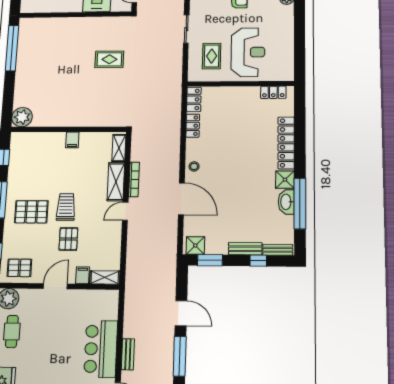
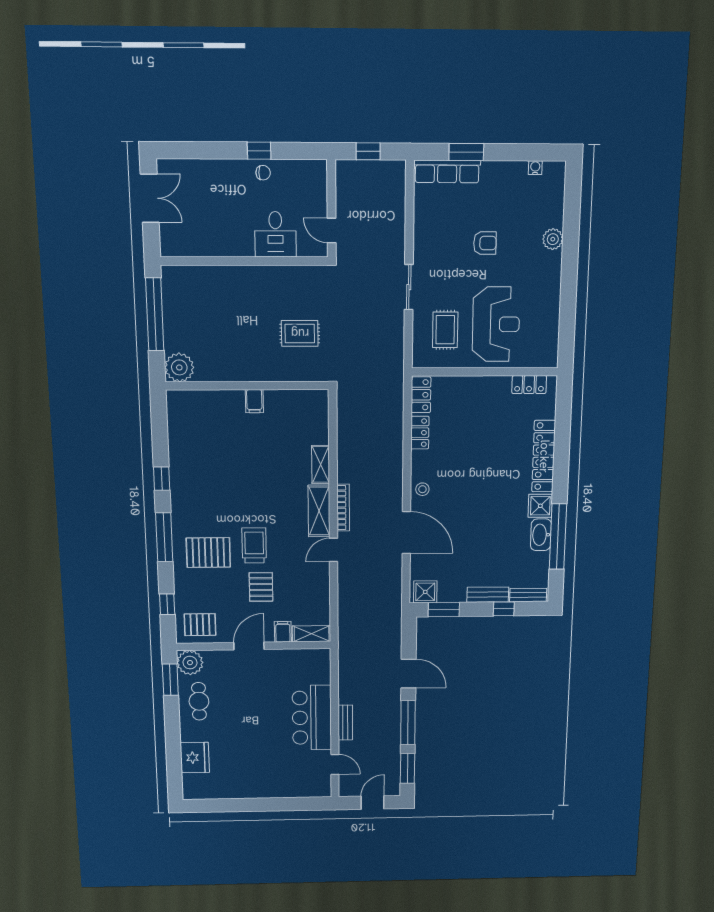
plant: (22, 117) -> (179, 367), moved
wall: (68, 129) -> (247, 386), moved
filing cabinet: (72, 140) -> (254, 401), moved

